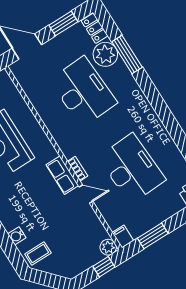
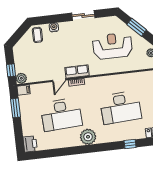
plant: (105, 54) -> (88, 137), moved
window: (127, 55) -> (130, 144), width x0.46

